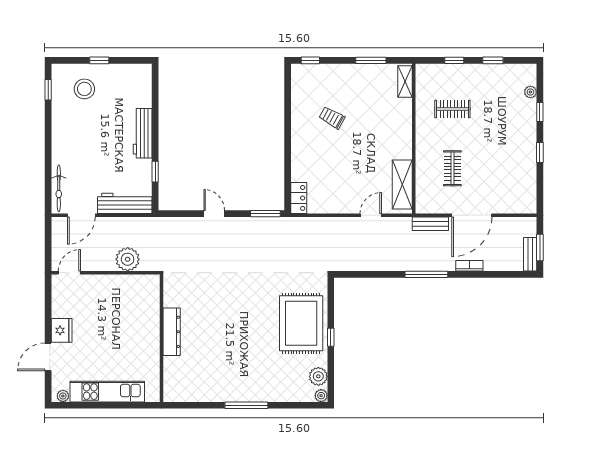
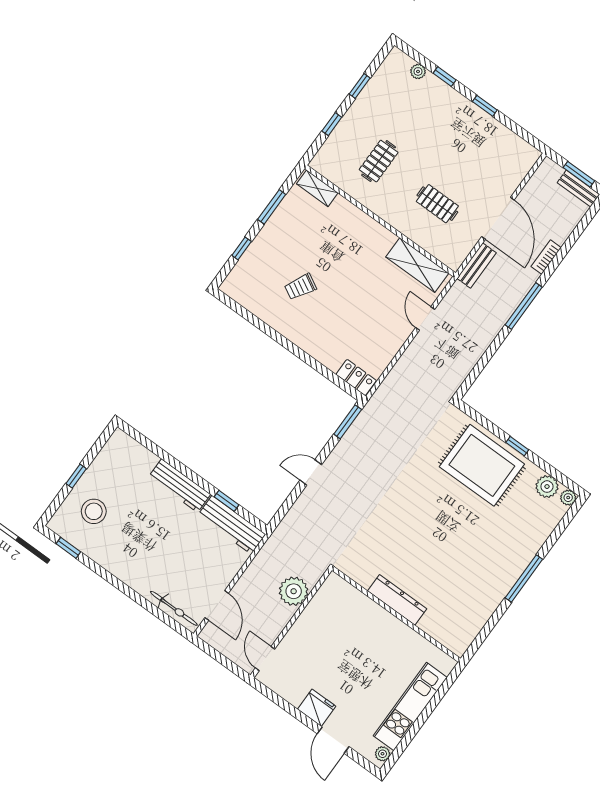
window: (310, 60) -> (242, 248), moved
workbench: (125, 203) -> (232, 525), moved, turned -90

